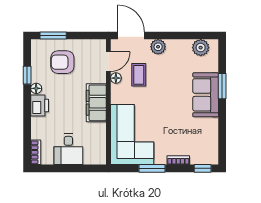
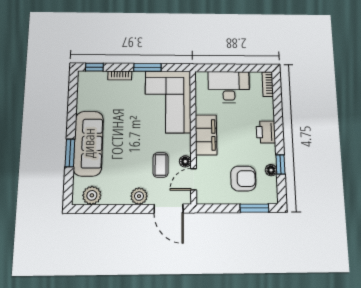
floor lamp: (36, 88) -> (271, 170), moved
sofa: (206, 95) -> (88, 143), width x1.36
desk: (68, 149) -> (229, 87), width x1.37

